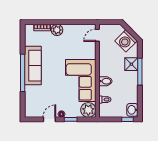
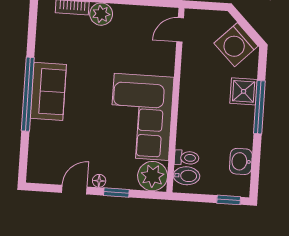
sofa: (33, 66) -> (48, 91), width x0.73
bidet: (105, 81) -> (187, 176), moved
washbasin: (132, 110) -> (241, 161), moved

